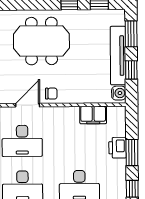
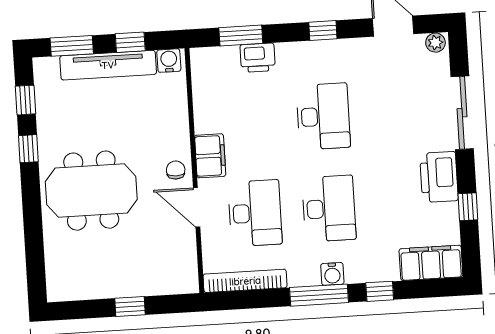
meeting table: (41, 41) -> (91, 191), turned 90
filing cabinet: (93, 115) -> (210, 156), moved
window: (132, 153) -> (241, 35), moved

